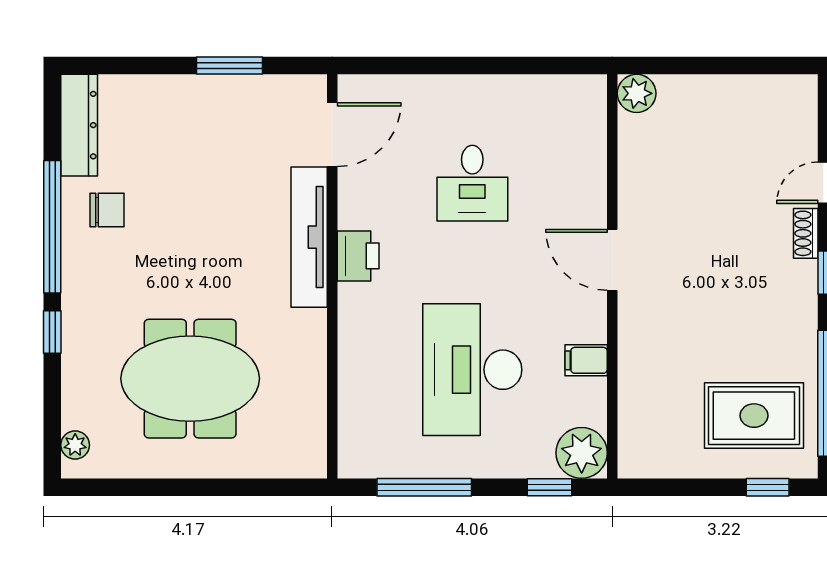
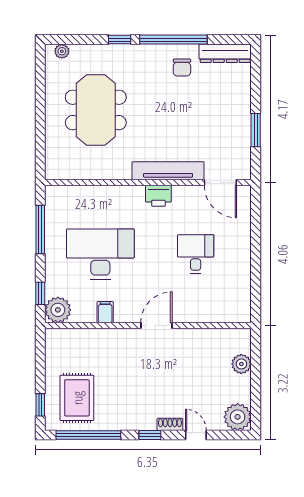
plant: (637, 93) -> (241, 364), moved
plant: (791, 101) -> (238, 417), added
desk: (472, 183) -> (196, 254), turned 90

